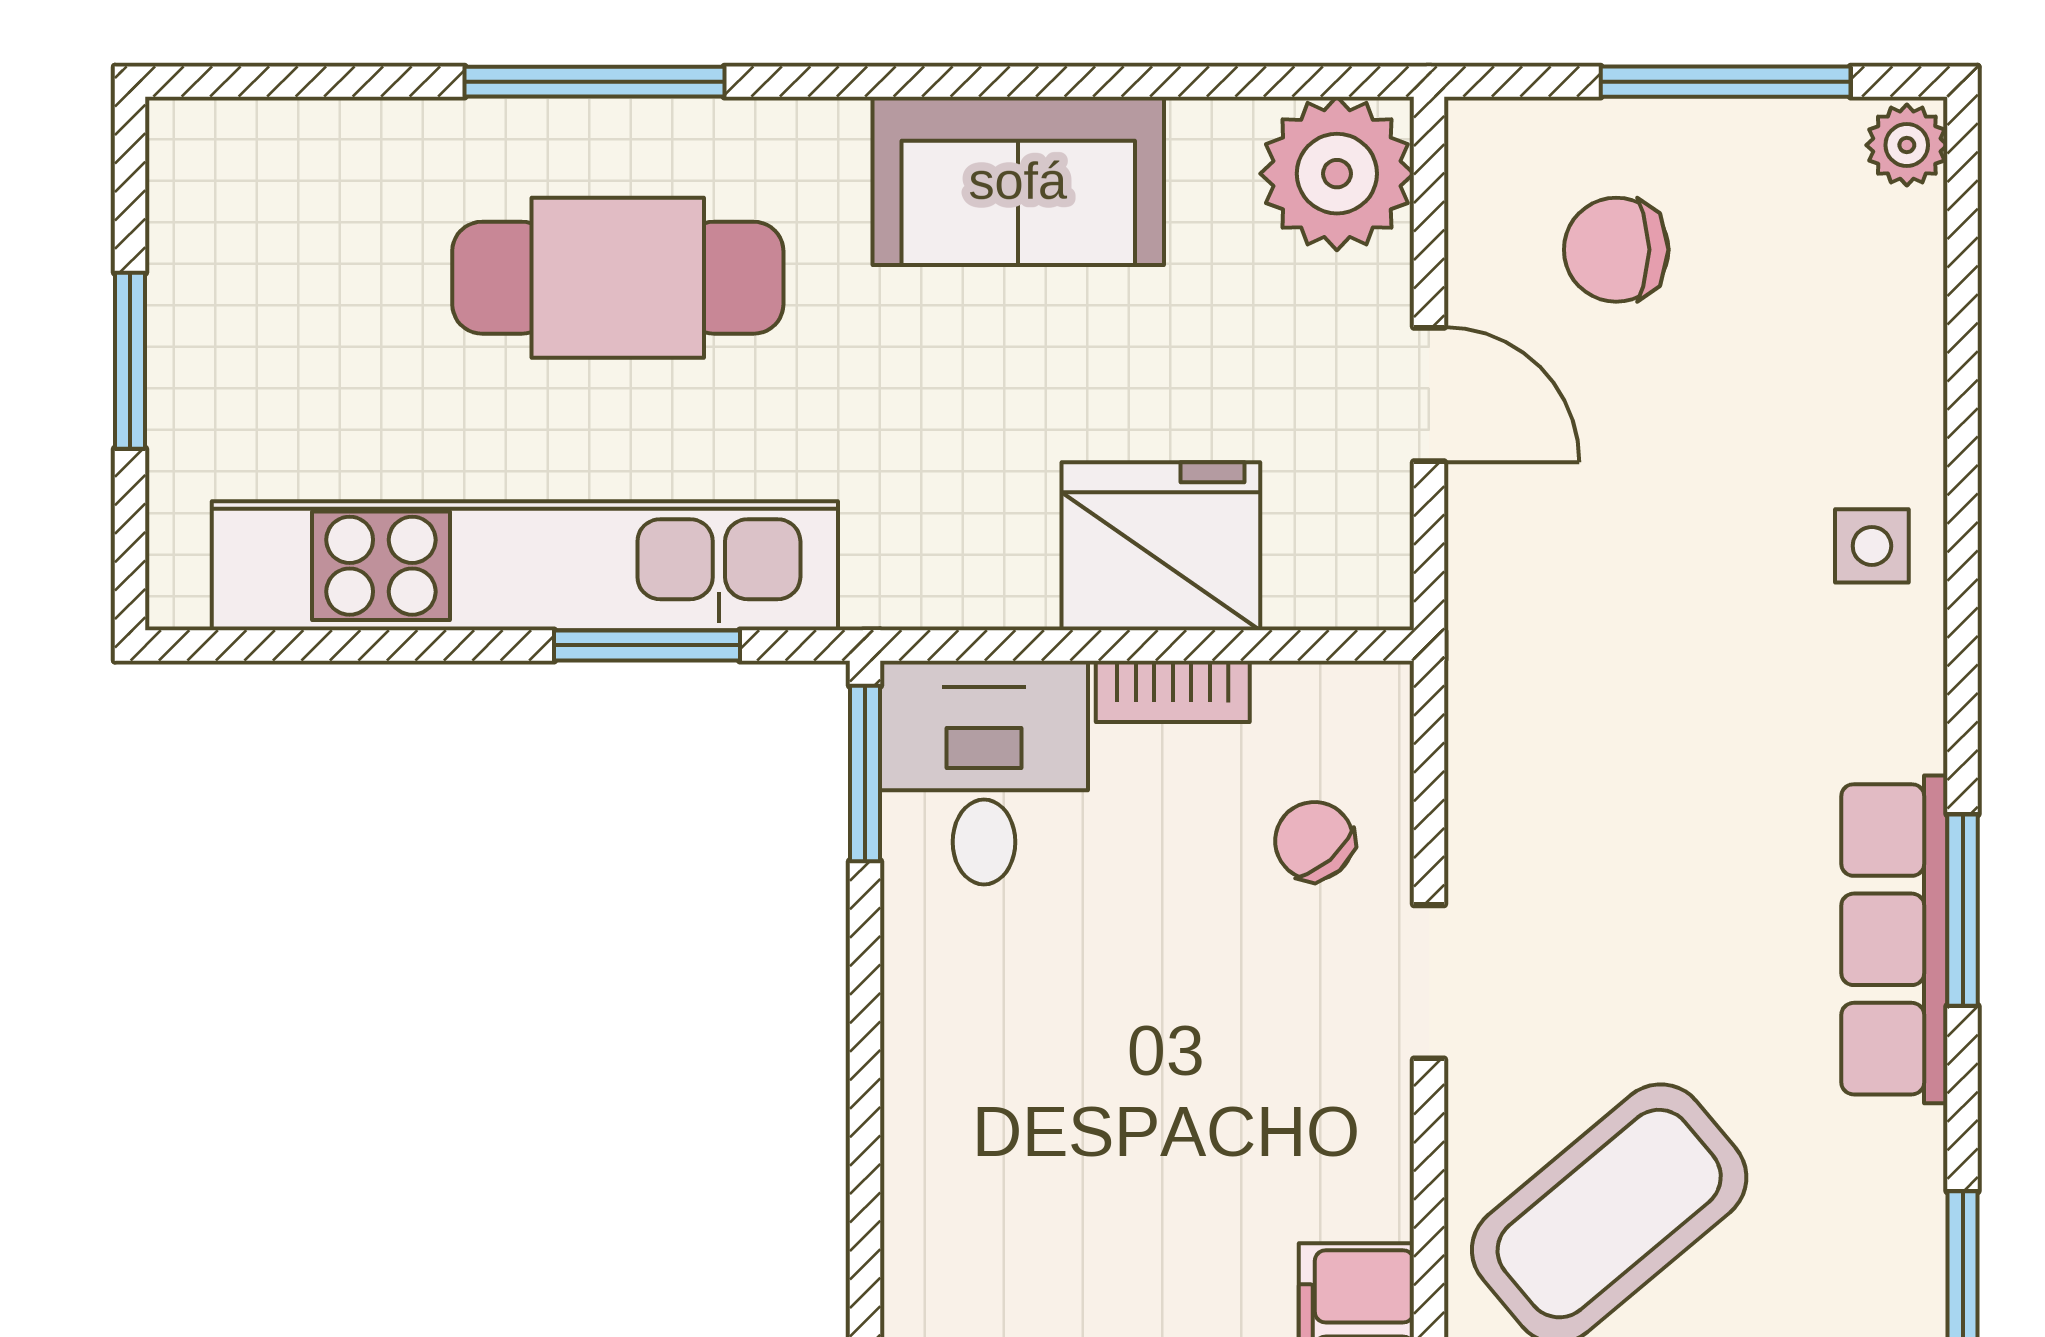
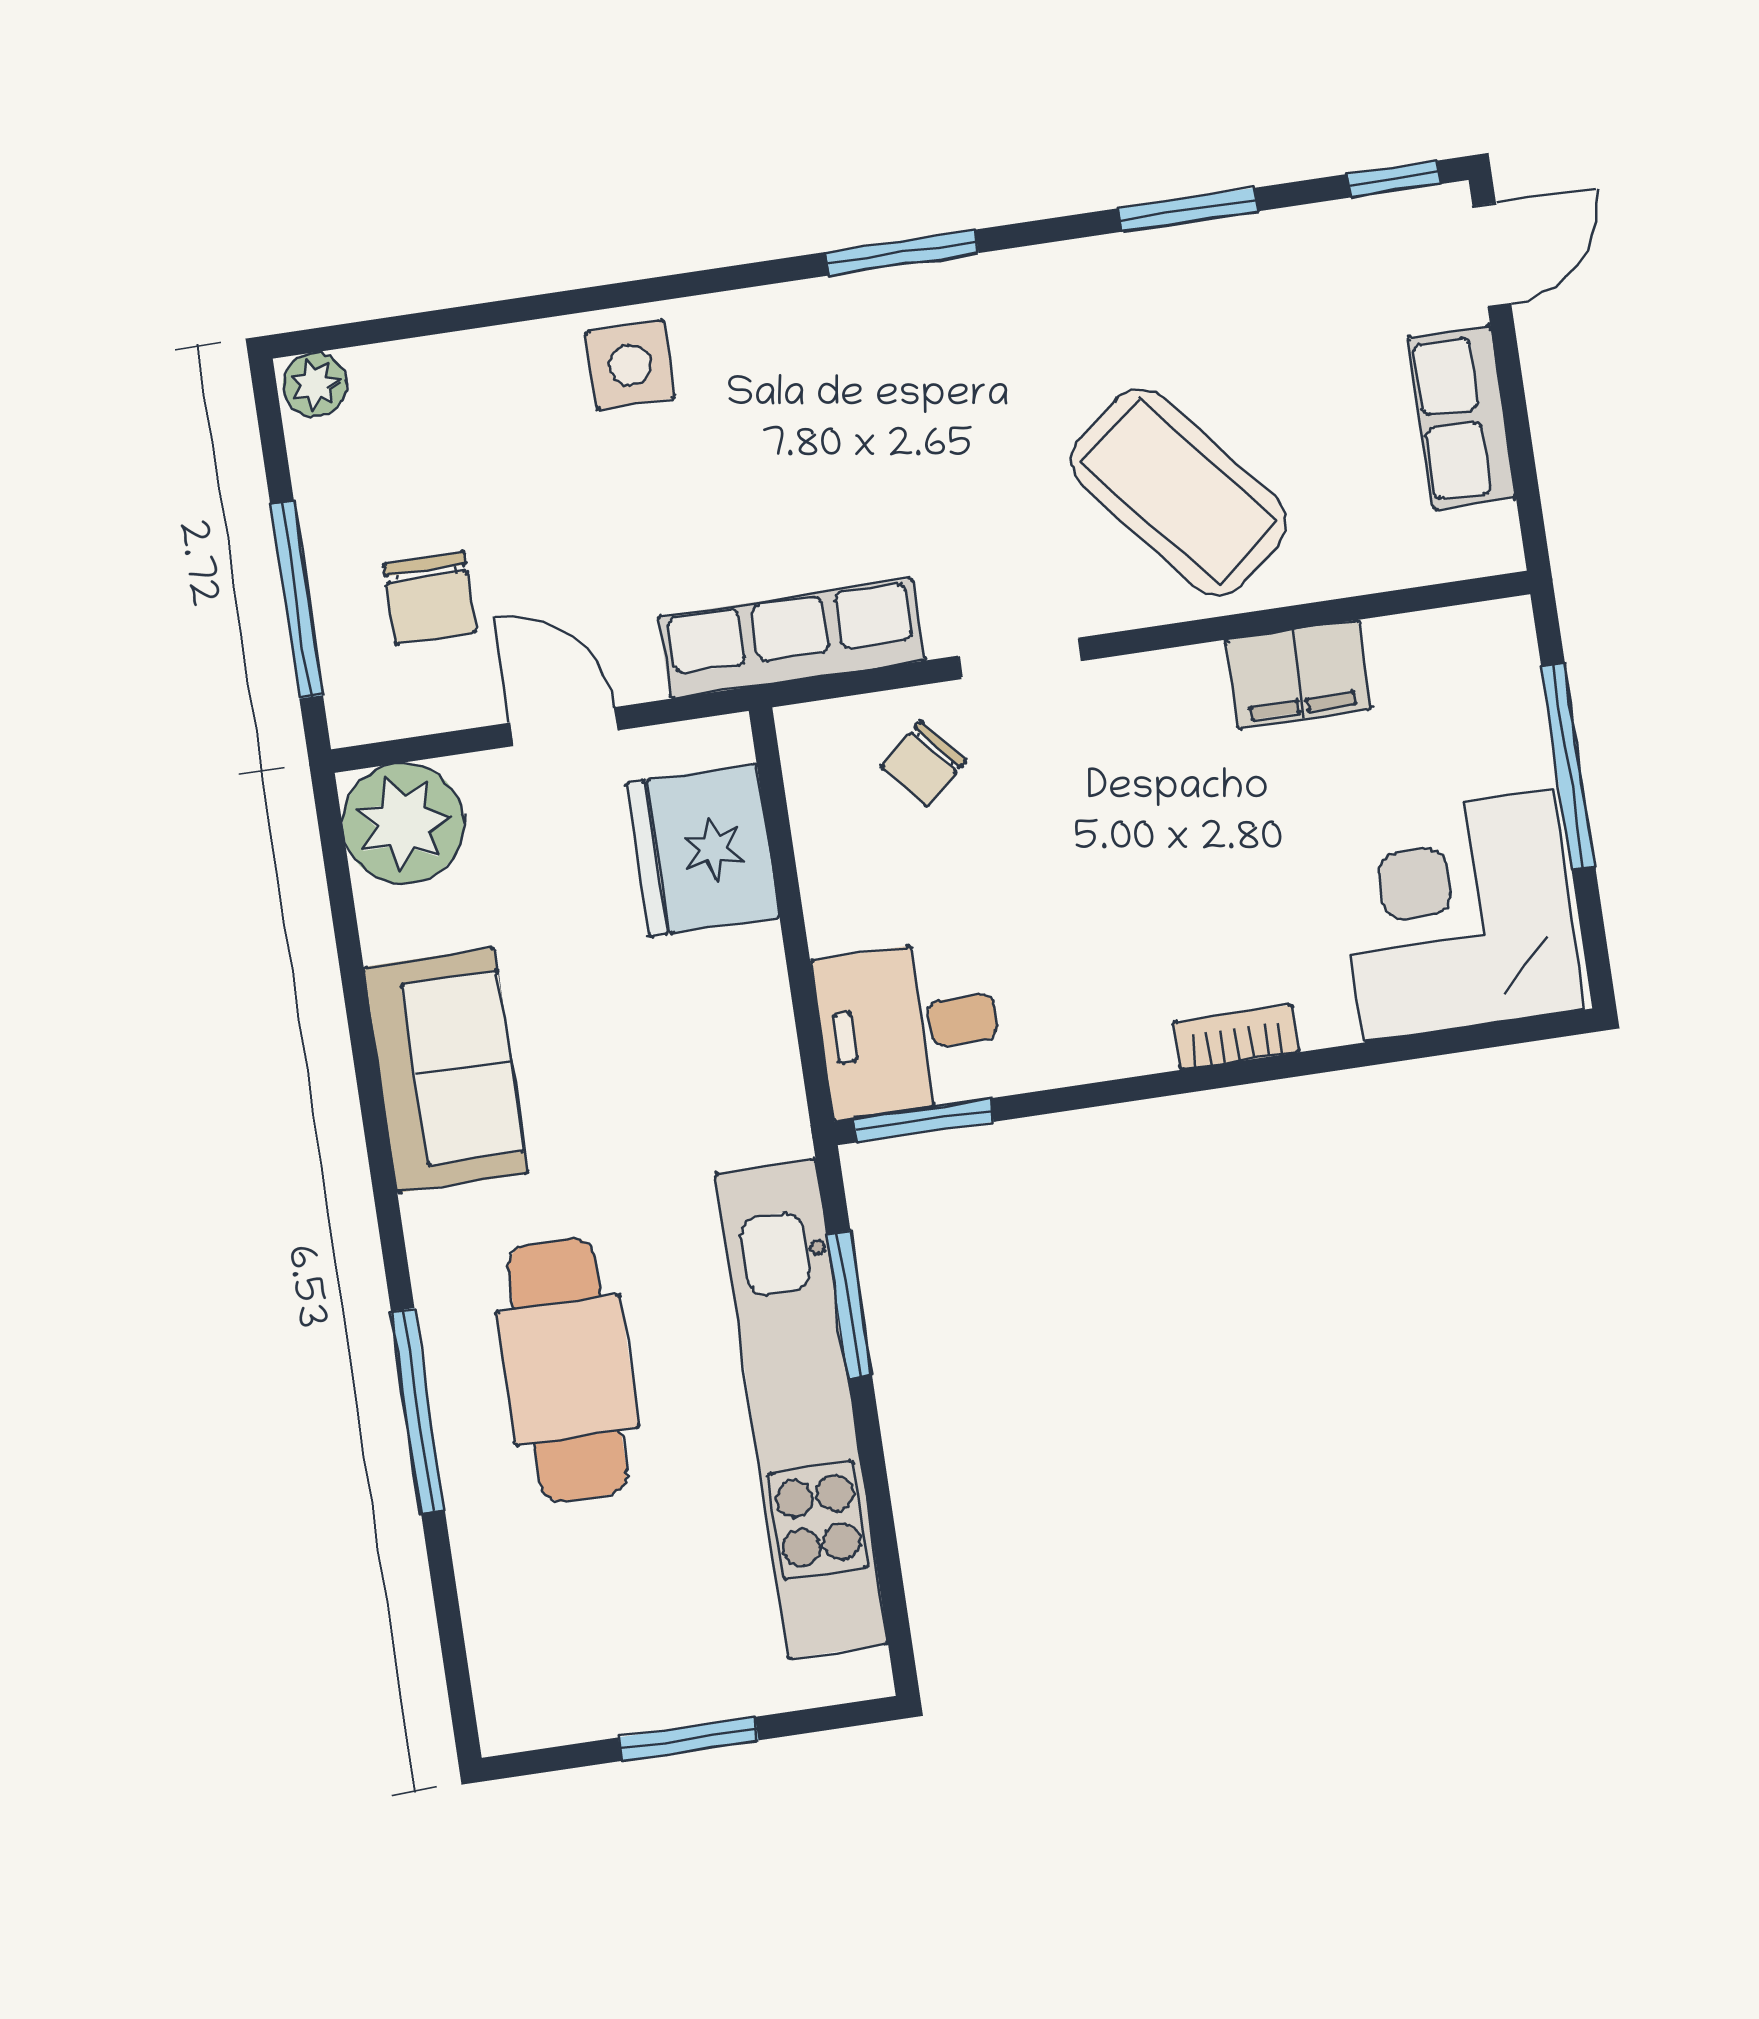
window: (1726, 82) -> (297, 600), moved
door: (1429, 394) -> (564, 727), hinge flipped
fridge: (1161, 546) -> (703, 850), moved
side table: (1872, 546) -> (630, 365), width x1.37, depth x1.37
bookcase: (1173, 691) -> (1236, 1037), moved, turned -90
row of seats: (1894, 939) -> (792, 638), moved, turned 180

